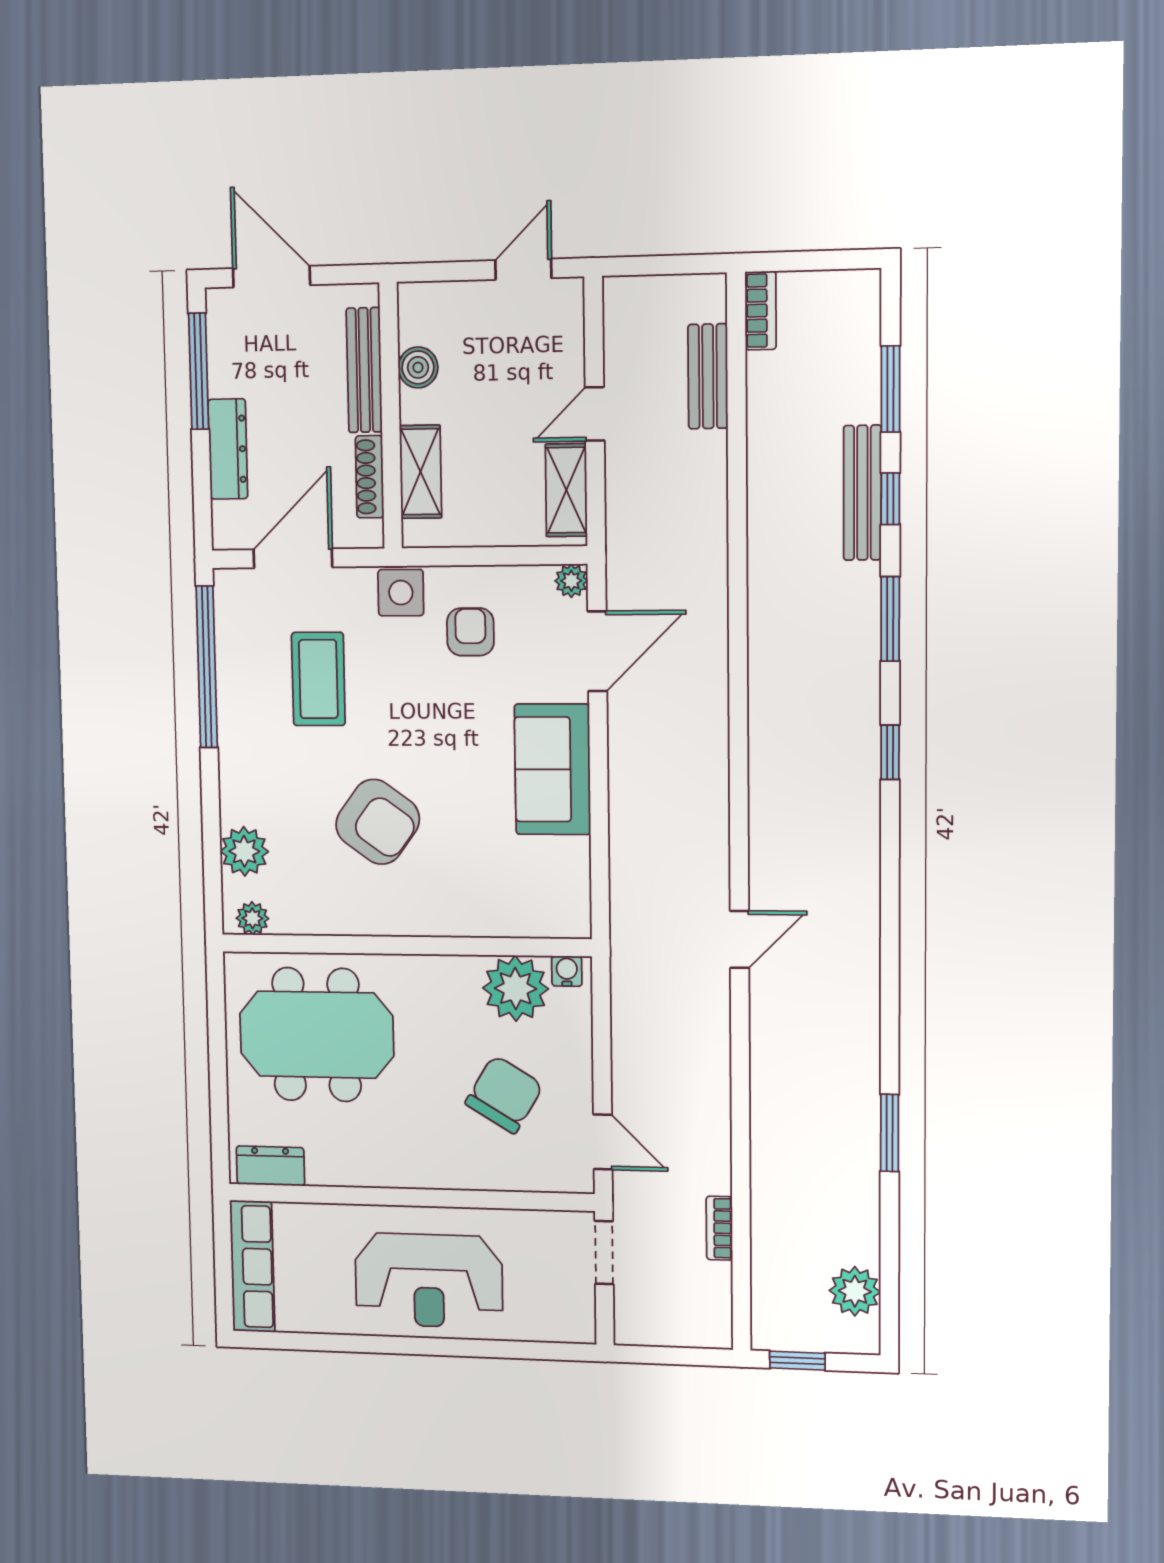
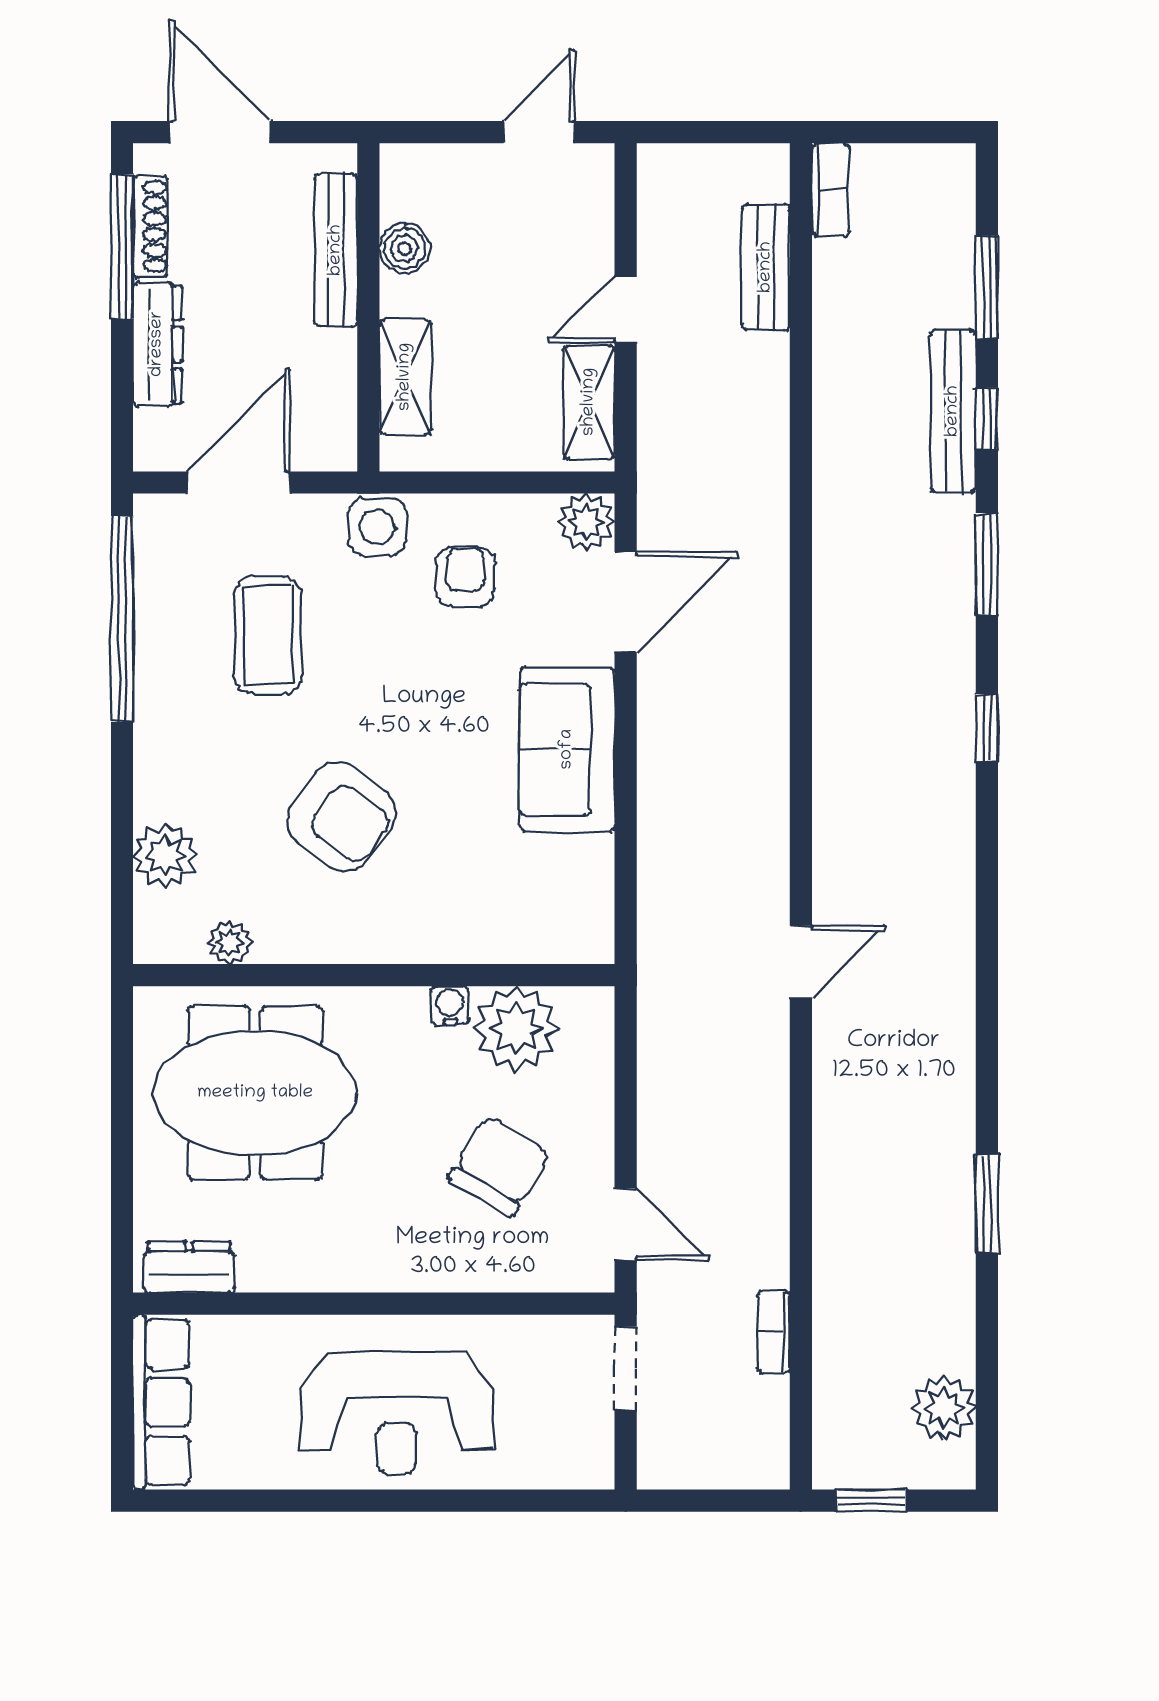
shoe rack: (370, 477) -> (150, 227), moved, turned 180
plant: (571, 581) -> (586, 522), width x1.38, depth x1.38
plant: (252, 918) -> (230, 943), moved
water cooler: (567, 971) -> (450, 1005), moved

